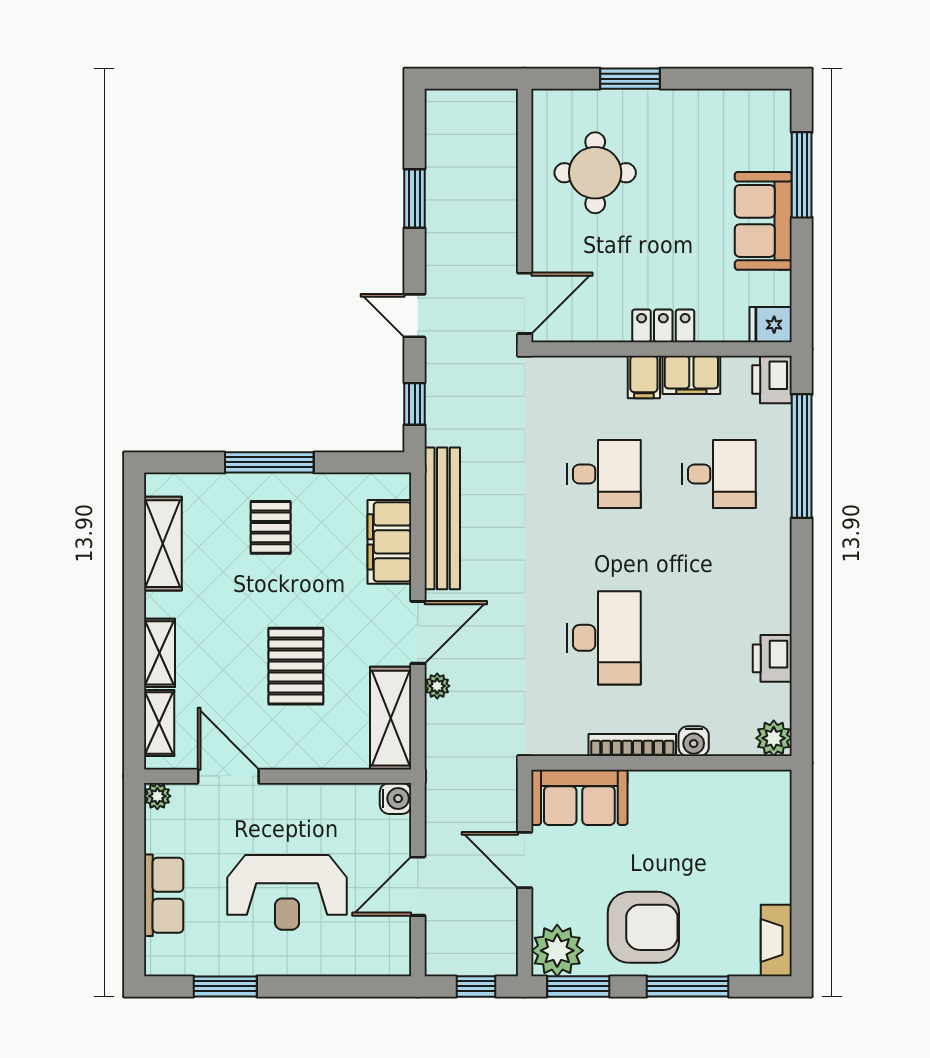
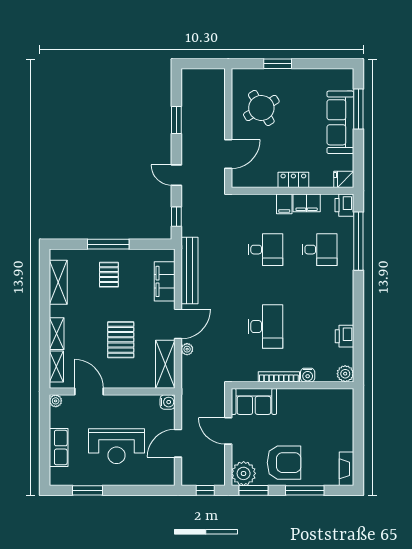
round table: (595, 173) -> (261, 108), turned -31
sofa: (763, 221) -> (340, 122), width x1.36
door: (525, 303) -> (228, 154), moved

